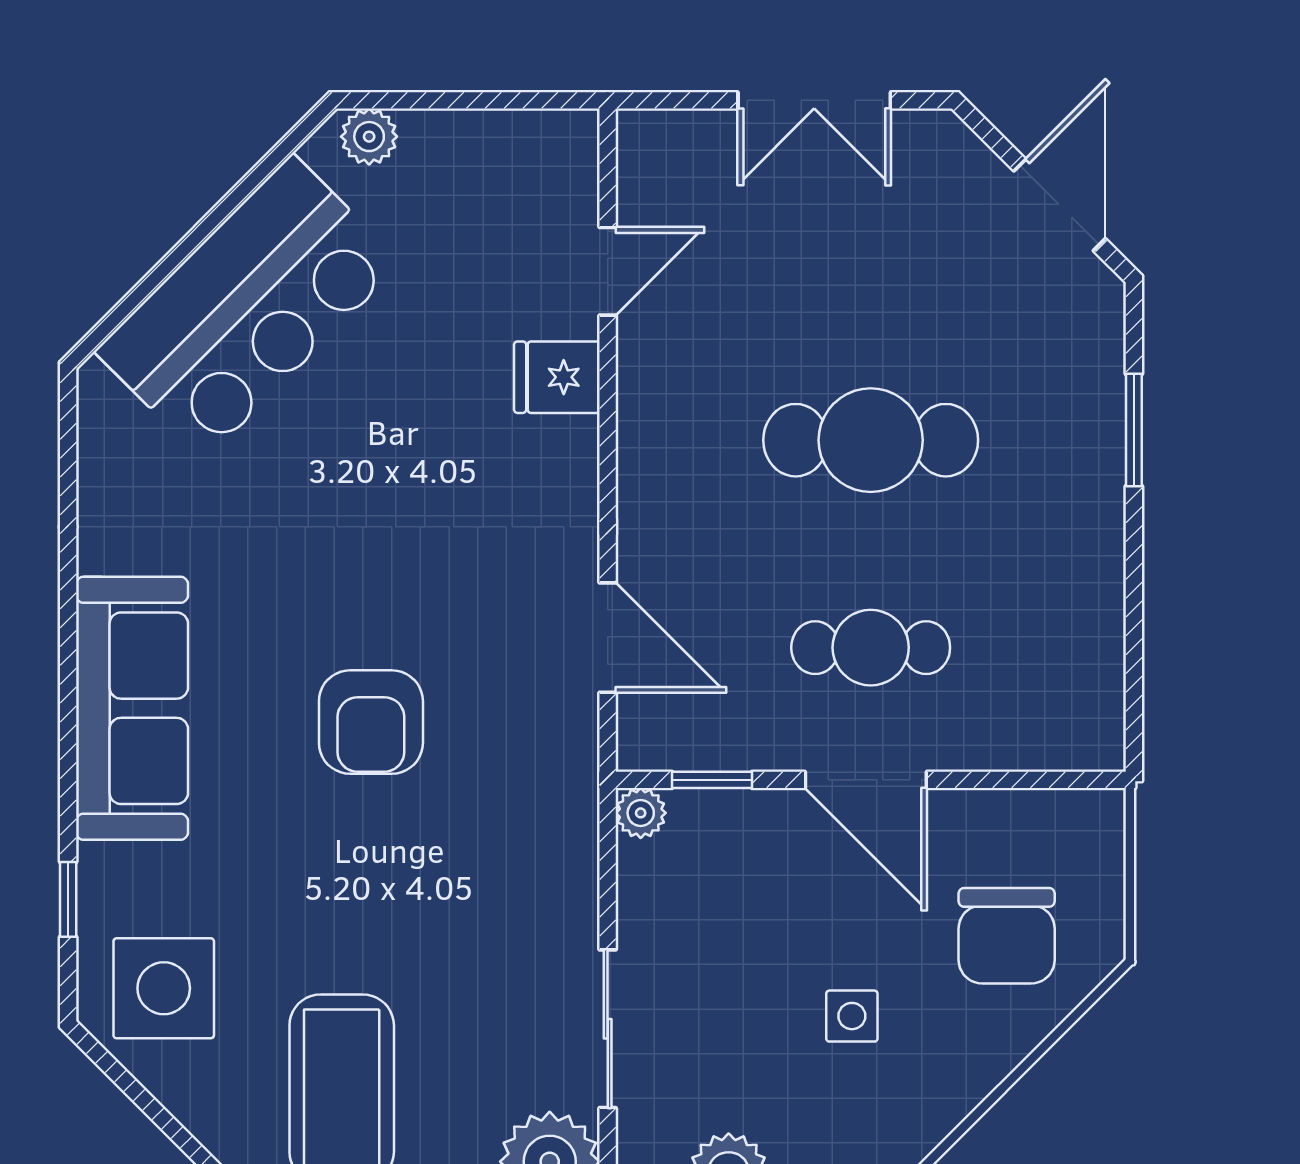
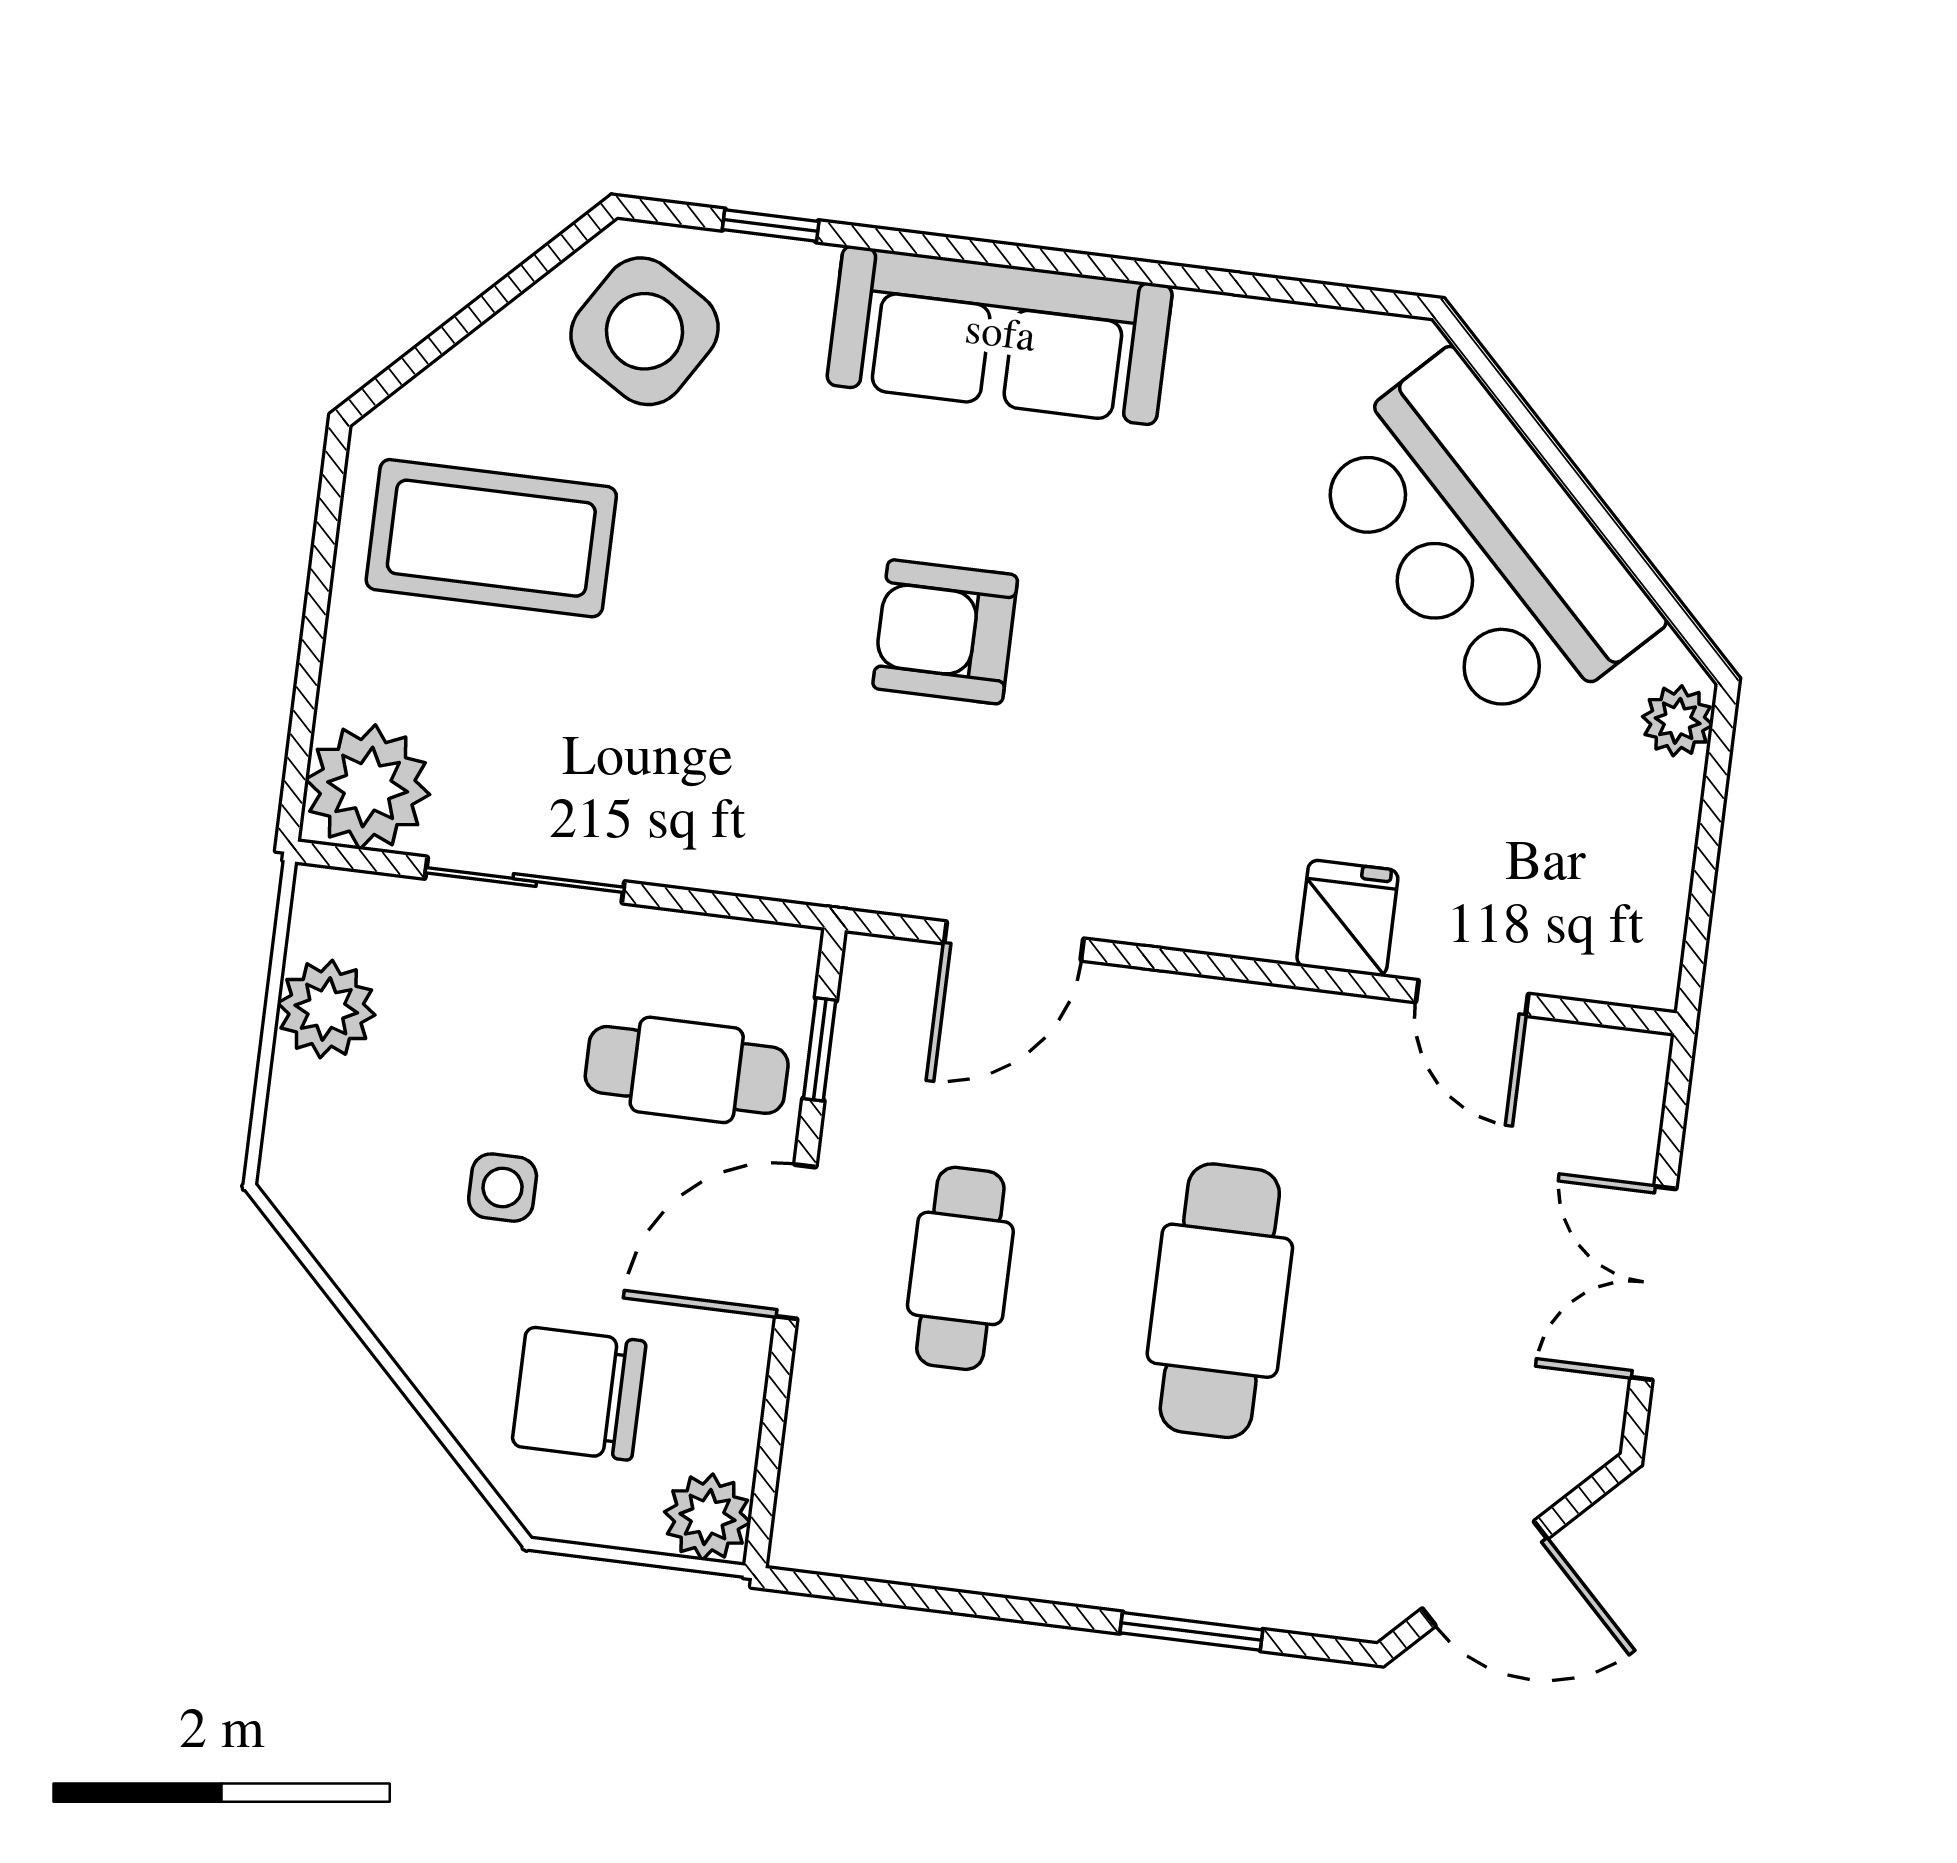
plant: (641, 813) -> (707, 1517), moved, width x1.38, depth x1.38
cafe table: (741, 883) -> (687, 1070), added
side table: (164, 988) -> (644, 331), turned 32

